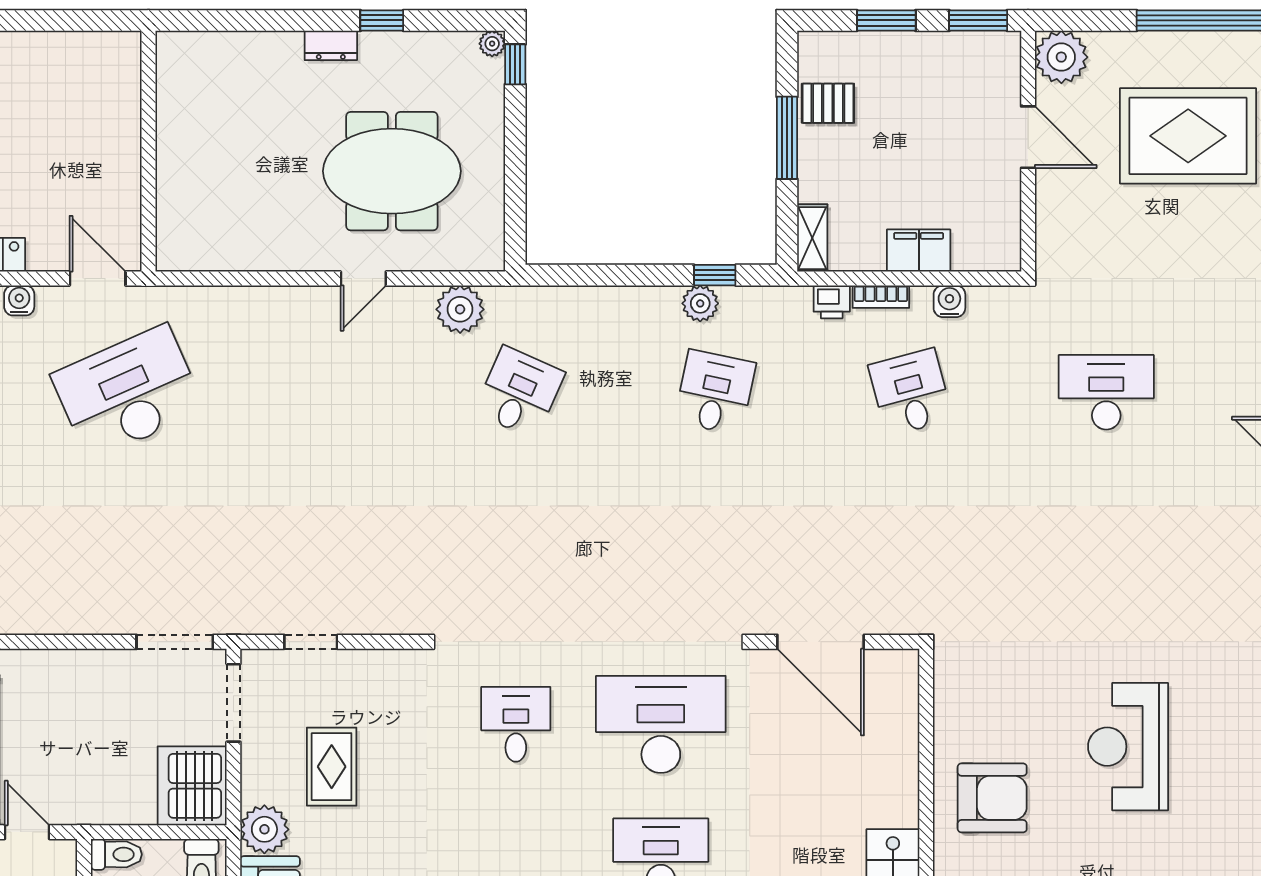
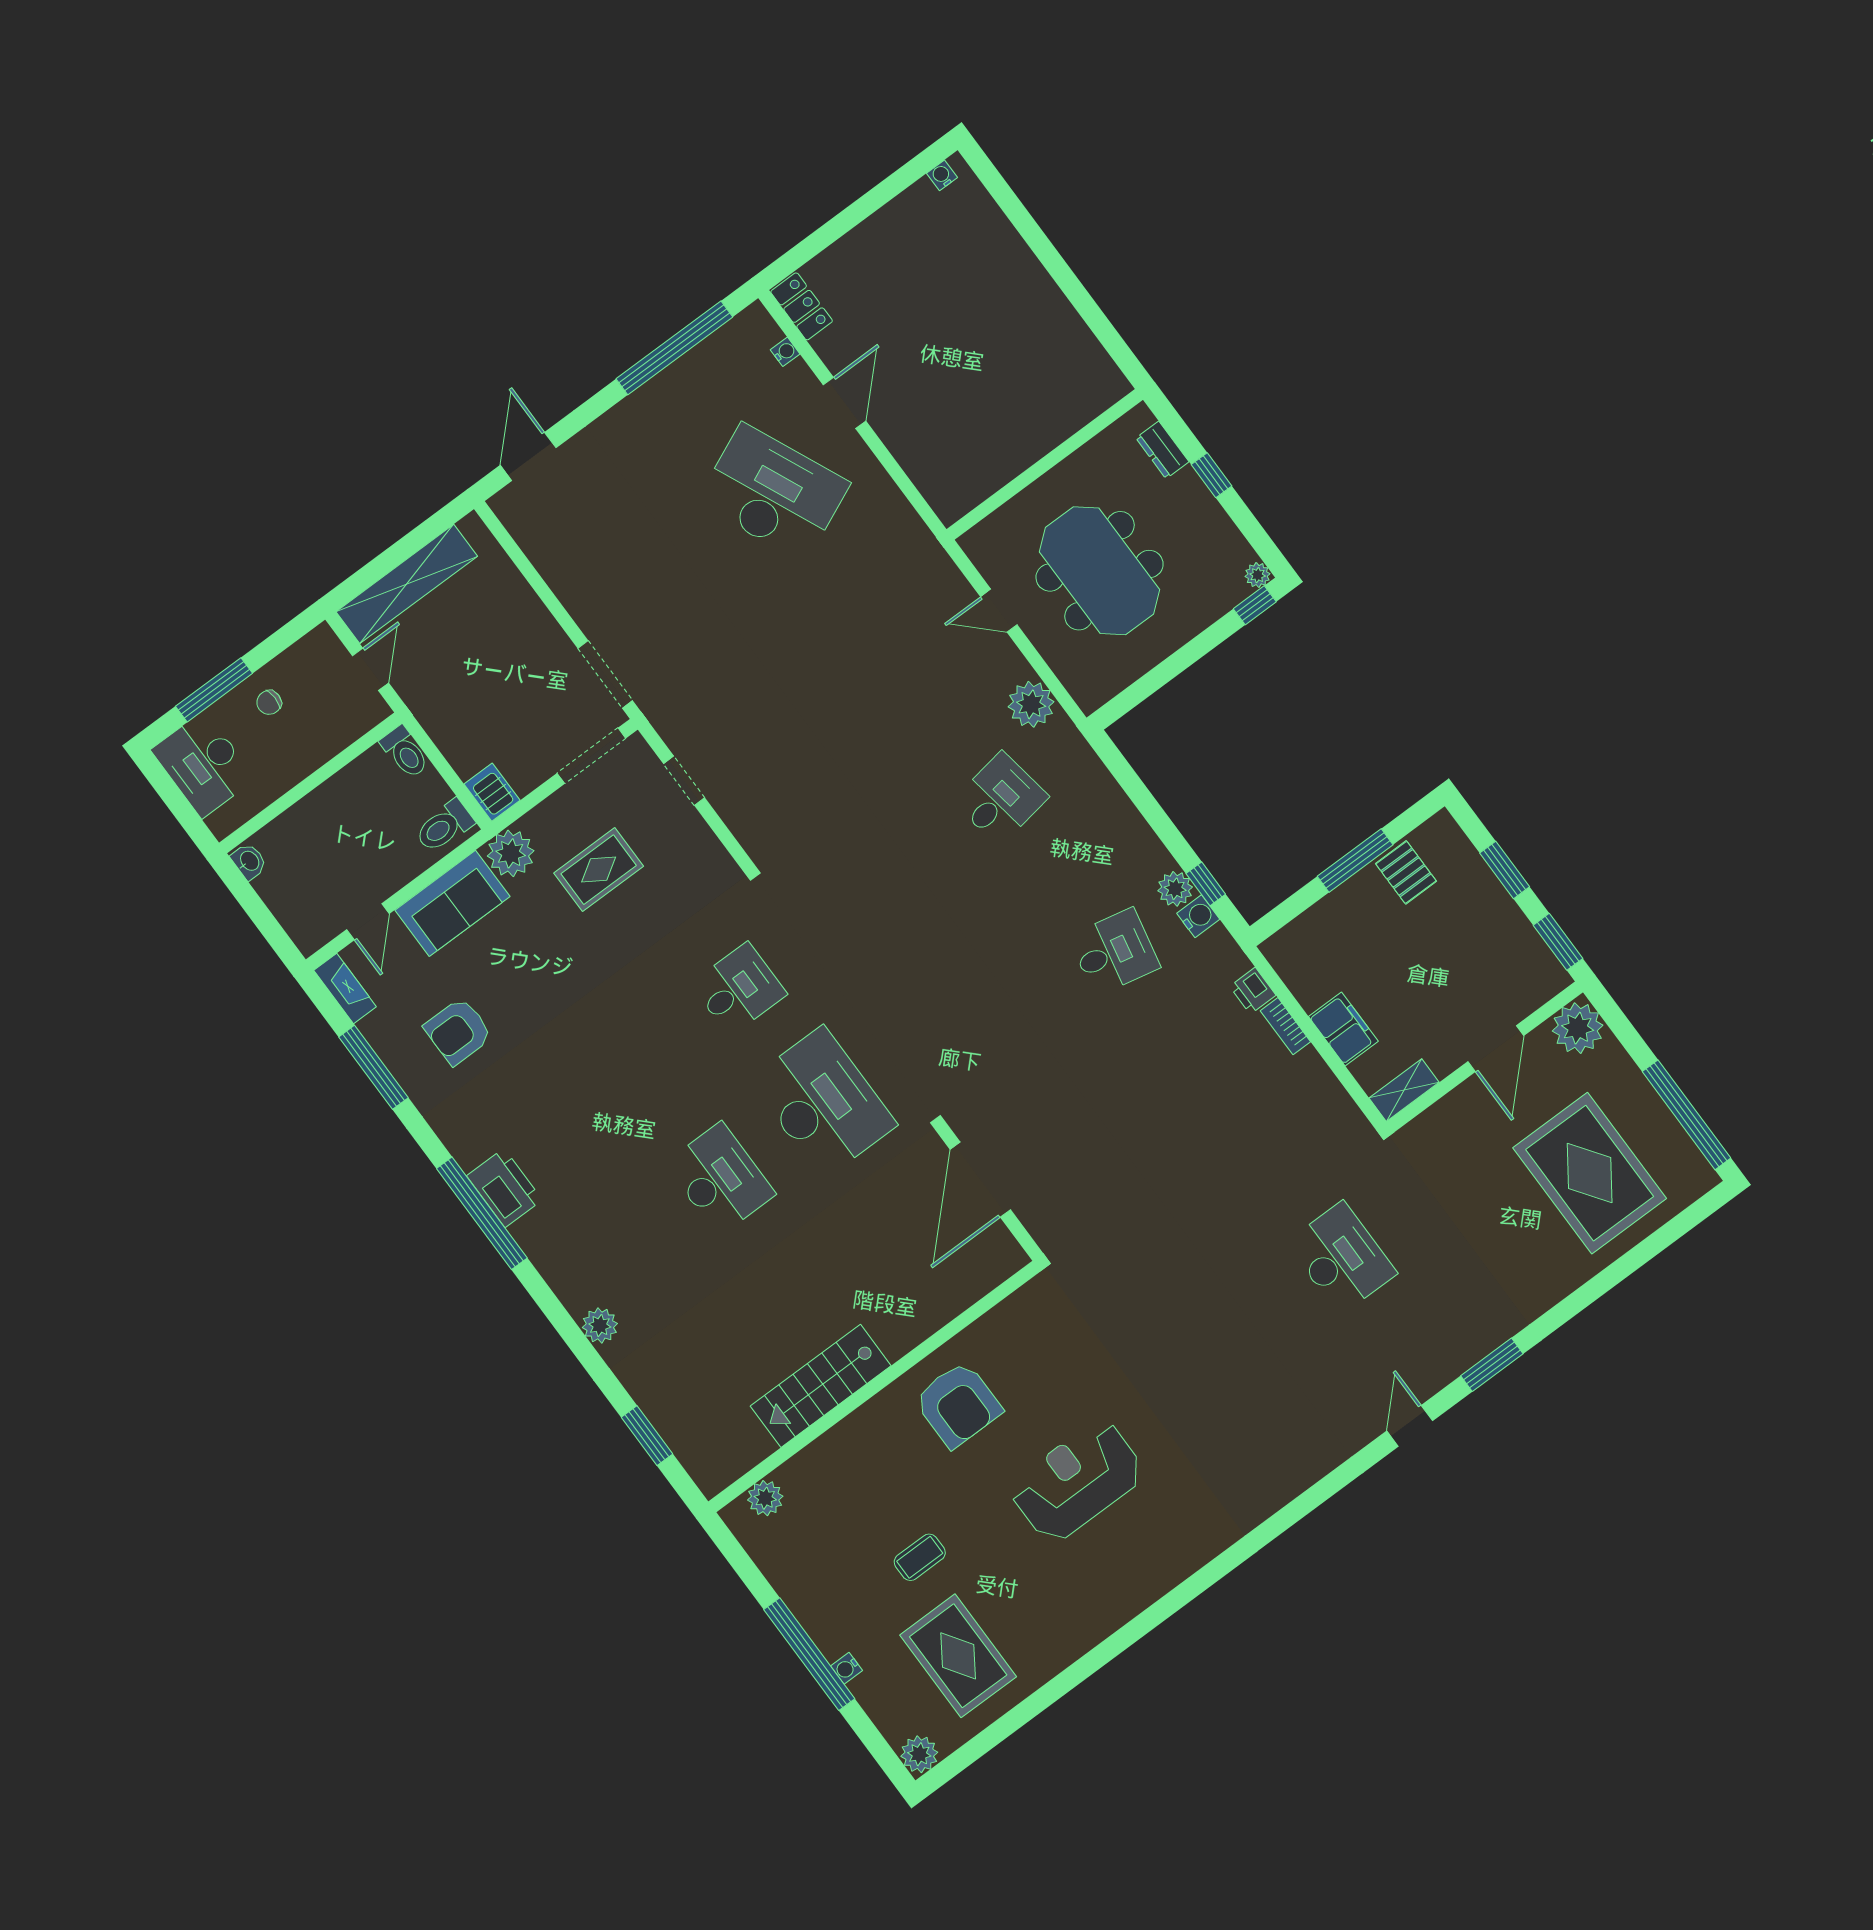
wall: (149, 151) -> (1045, 464), moved
shelving: (812, 238) -> (1404, 1090), moved
water cooler: (19, 300) -> (785, 352), width x0.72, depth x0.72
water cooler: (949, 301) -> (1198, 916), moved
desk: (519, 392) -> (1001, 799), turned -33
desk: (911, 392) -> (1228, 1105), removed
server rack: (192, 786) -> (492, 792), width x0.46, depth x0.70

